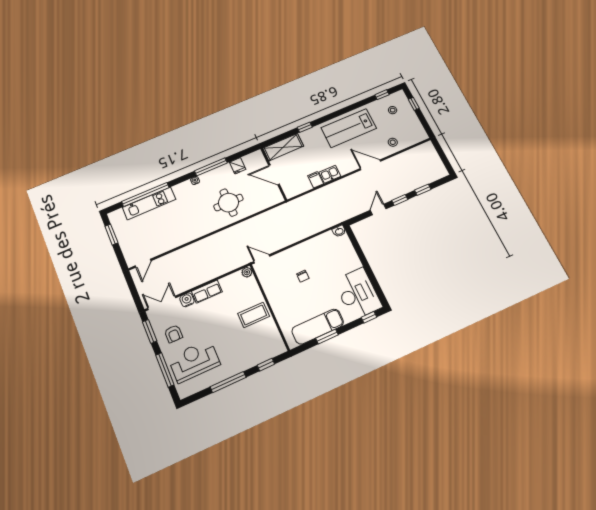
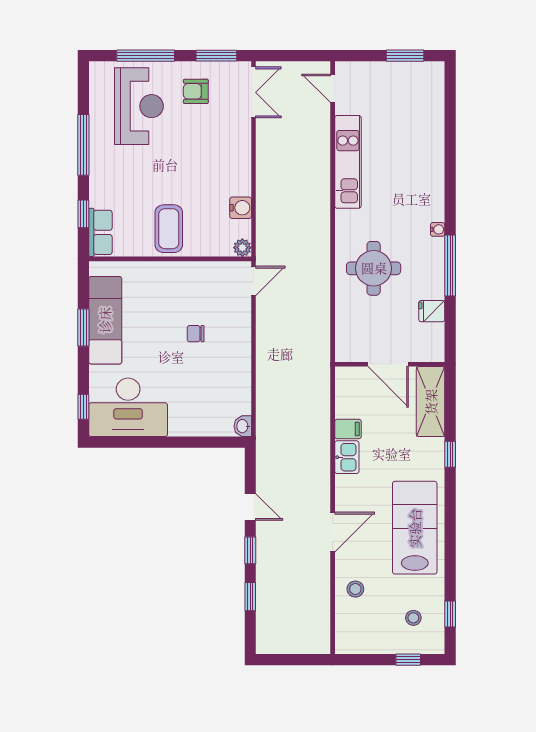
door: (274, 175) -> (388, 364), swing flipped
window: (145, 194) -> (450, 138), removed
kitchen unit: (149, 203) -> (348, 162), moved, turned 180
row of seats: (207, 292) -> (100, 232), moved, turned 180
water cooler: (187, 300) -> (241, 208), moved

